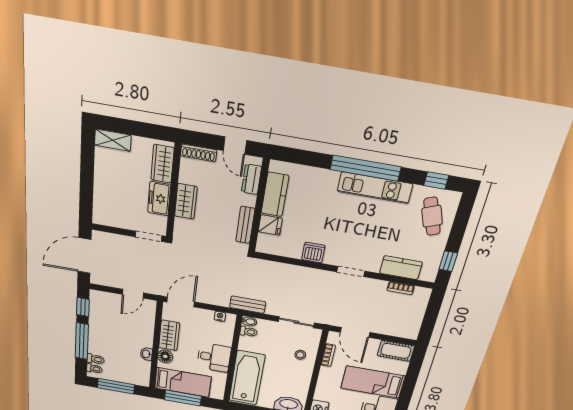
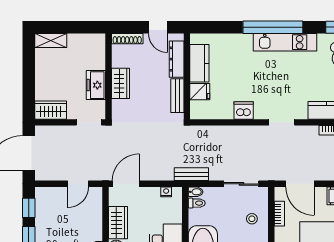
wardrobe: (162, 164) -> (51, 110), moved, turned 90
dresser: (252, 179) -> (177, 59), width x1.44

